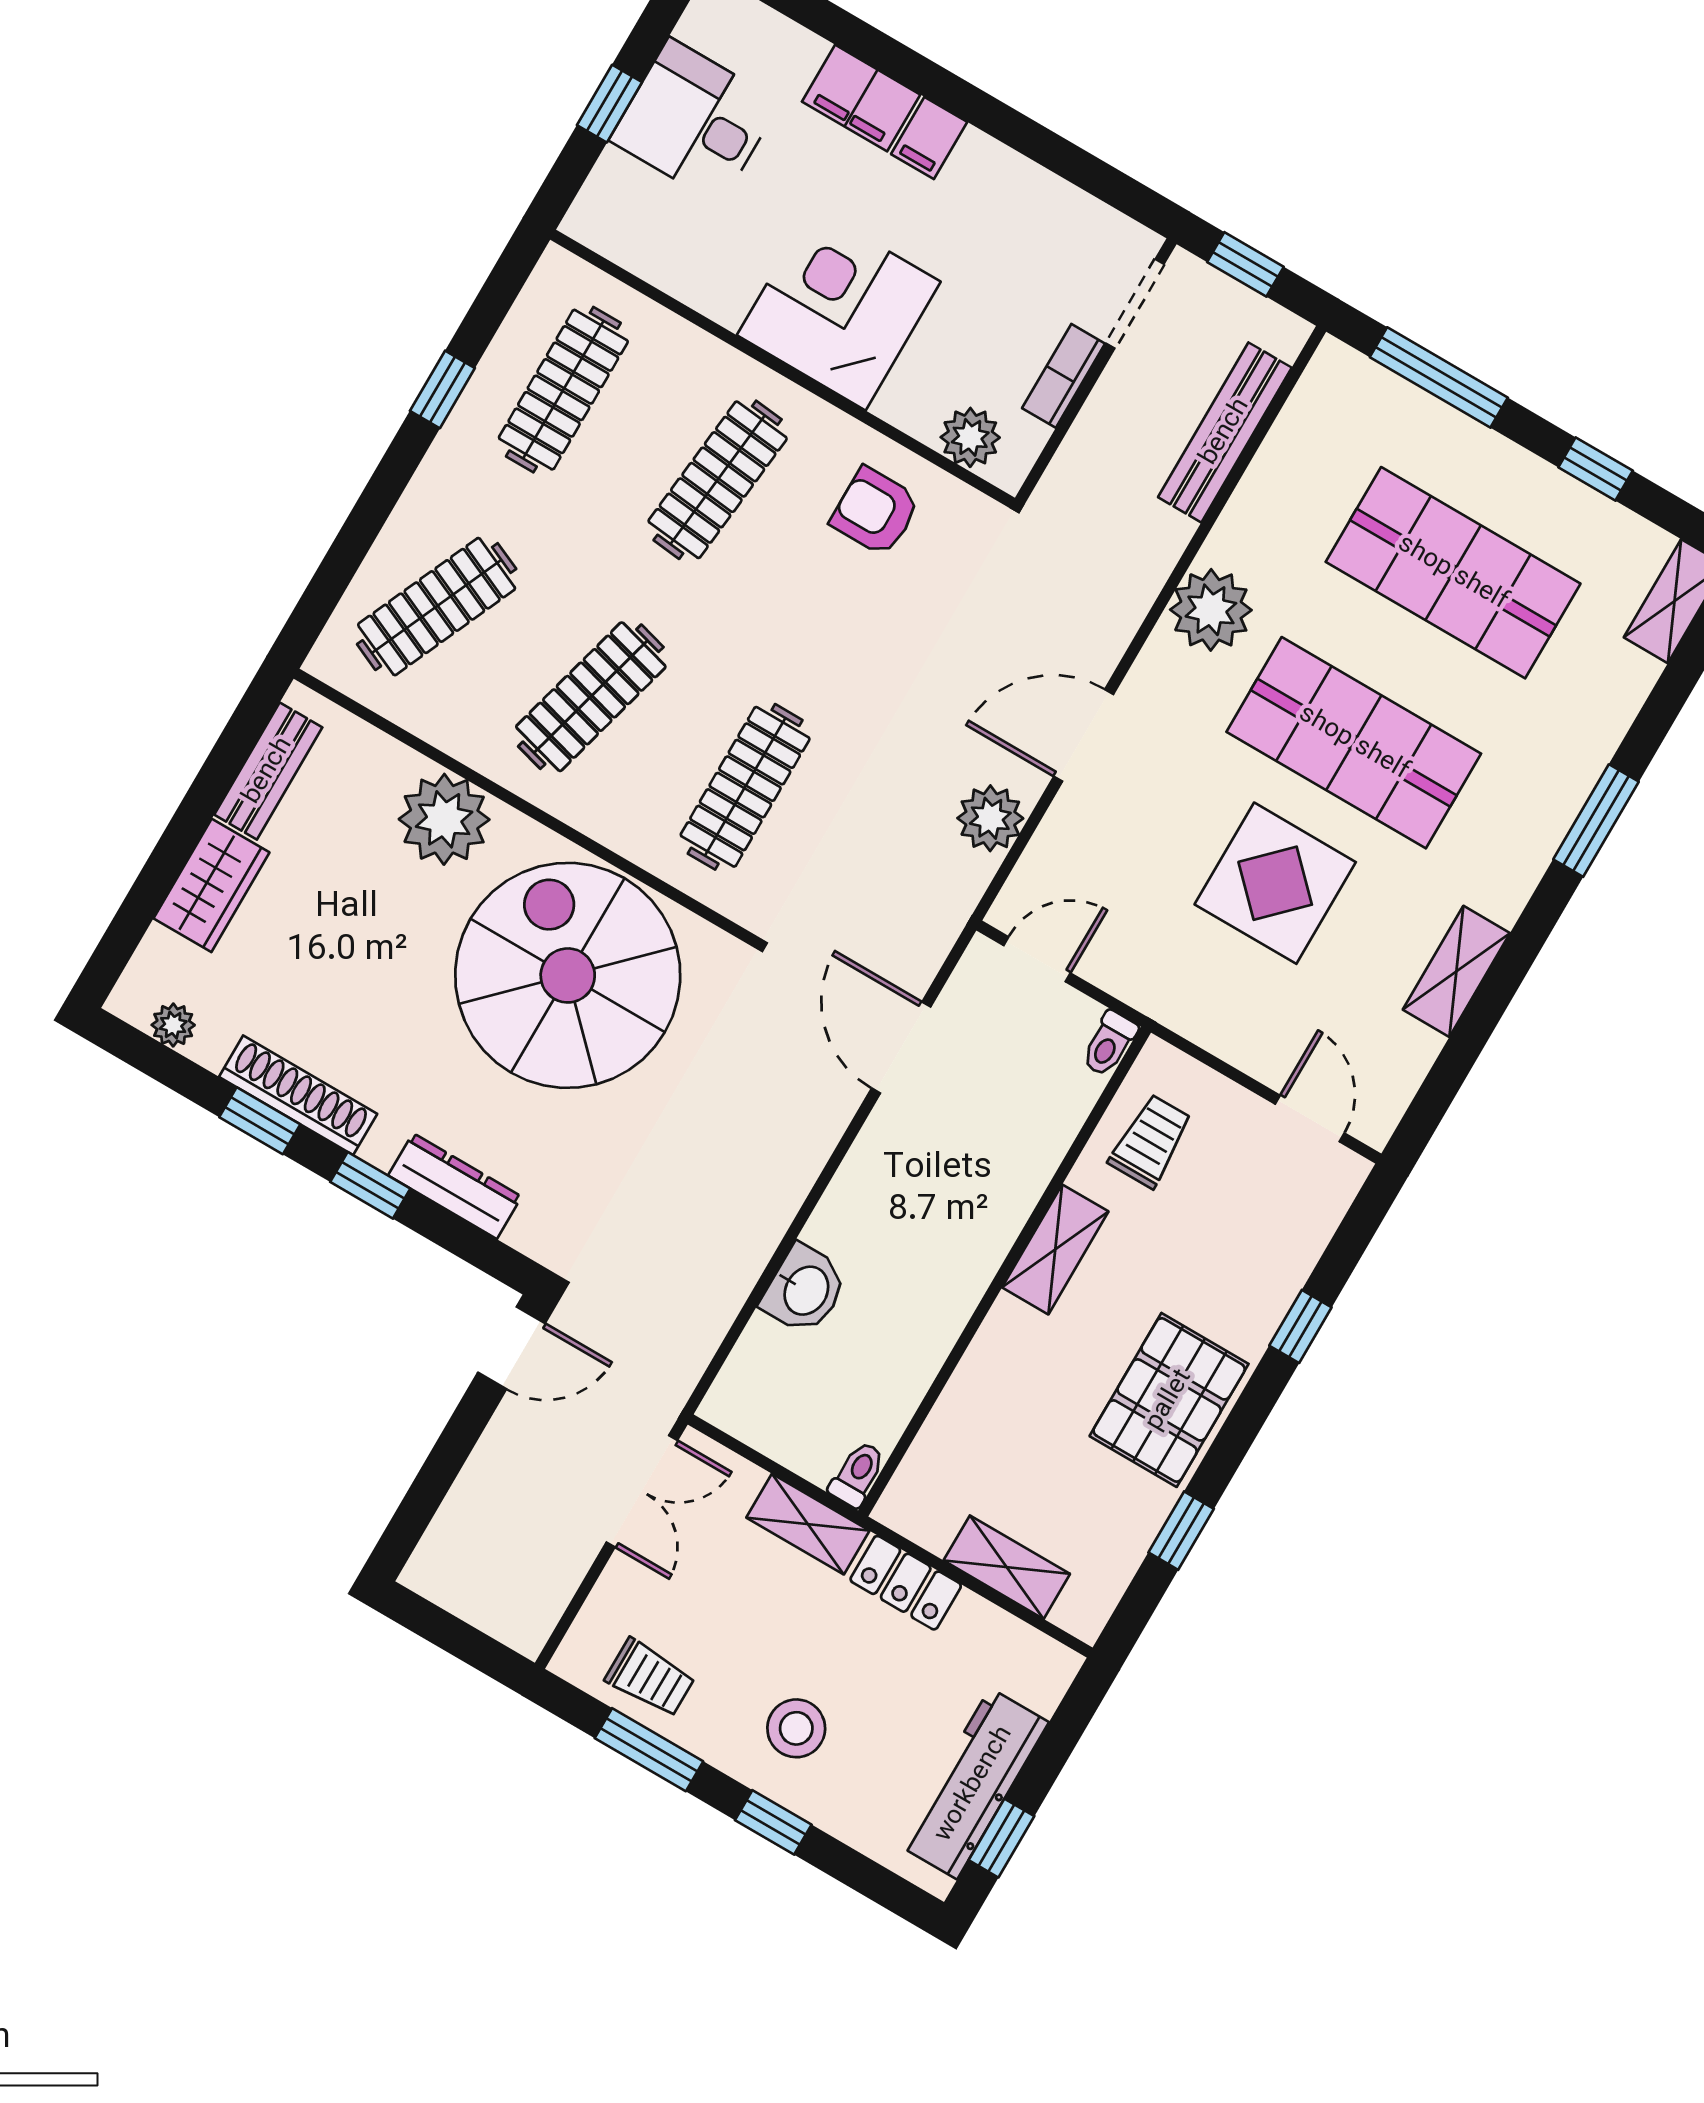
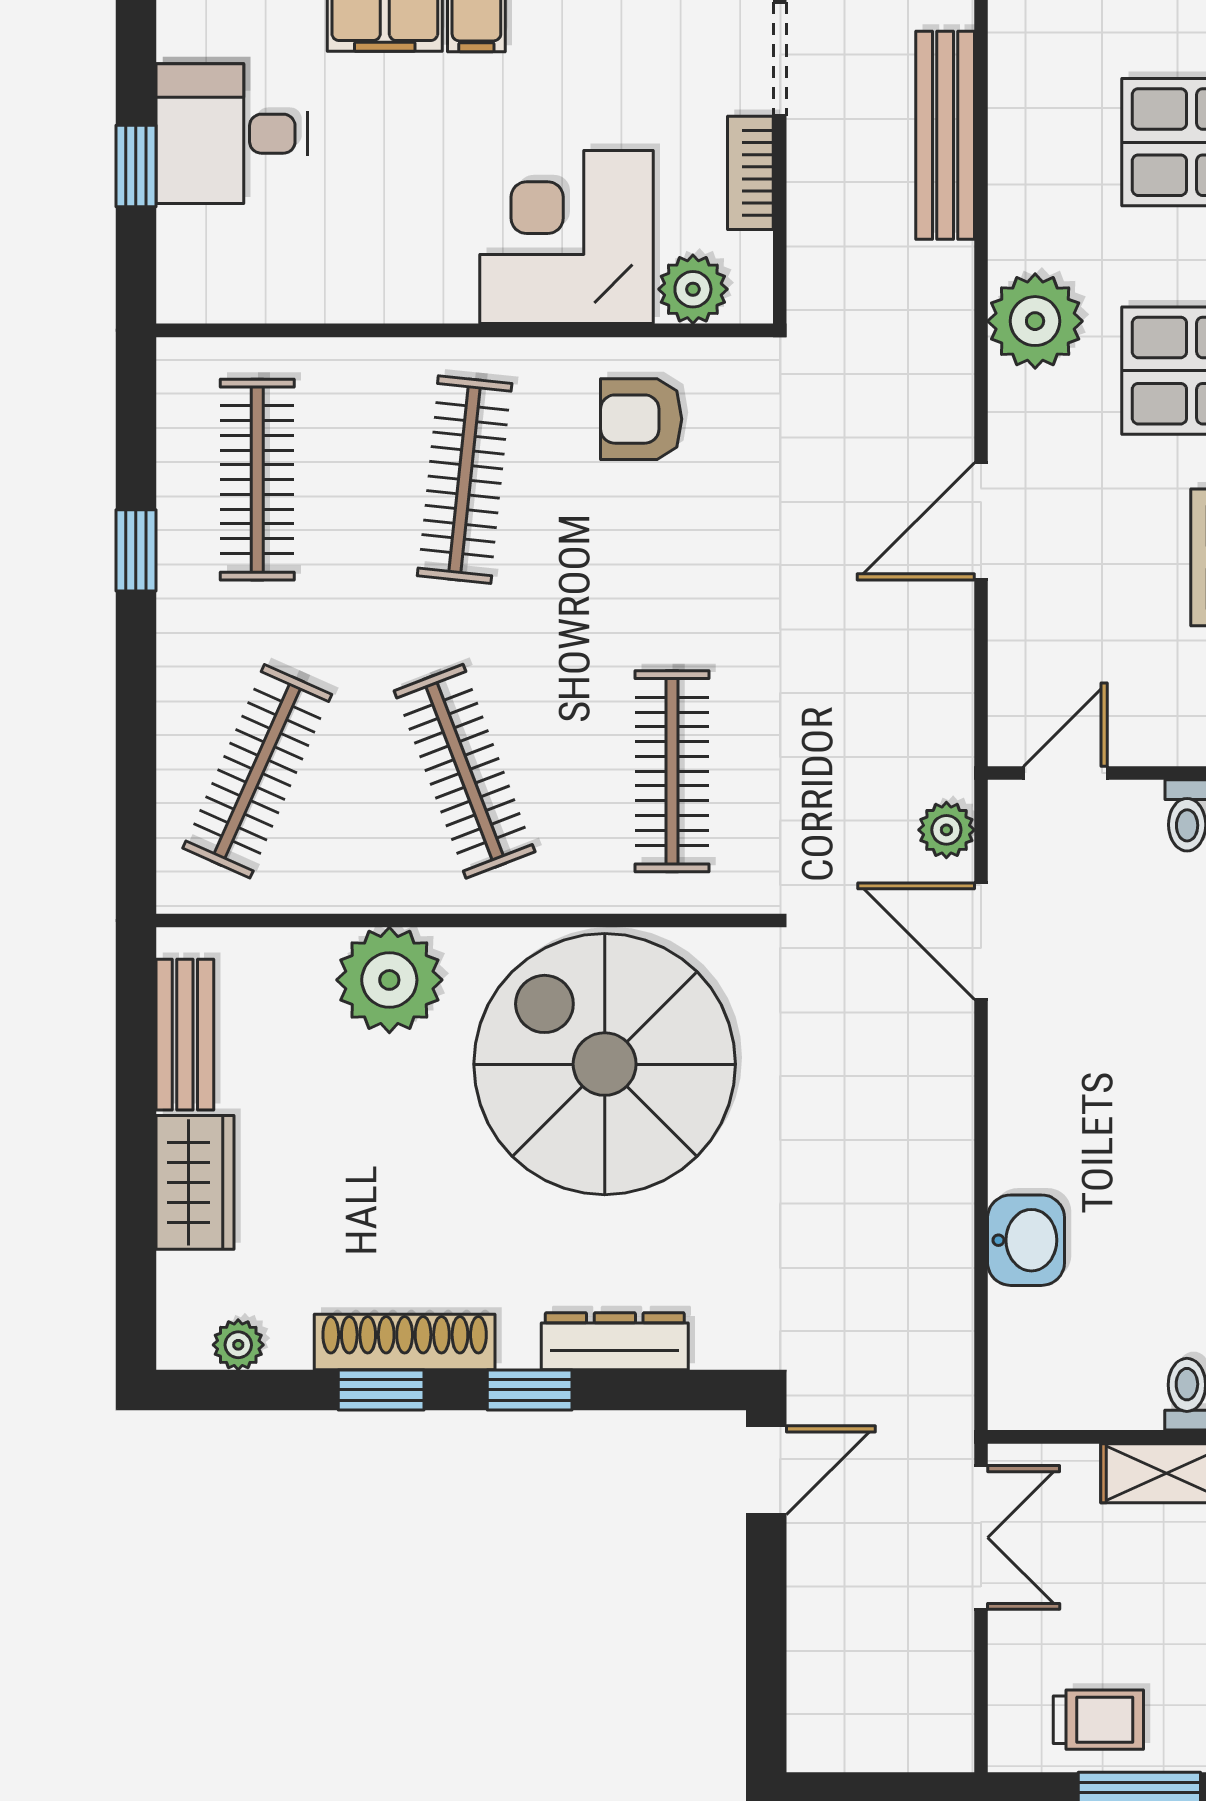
corner desk: (839, 308) -> (567, 237), moved
clothes rail: (591, 697) -> (465, 771), turned -36
plant: (990, 818) -> (946, 830), moved, width x0.73, depth x0.73

